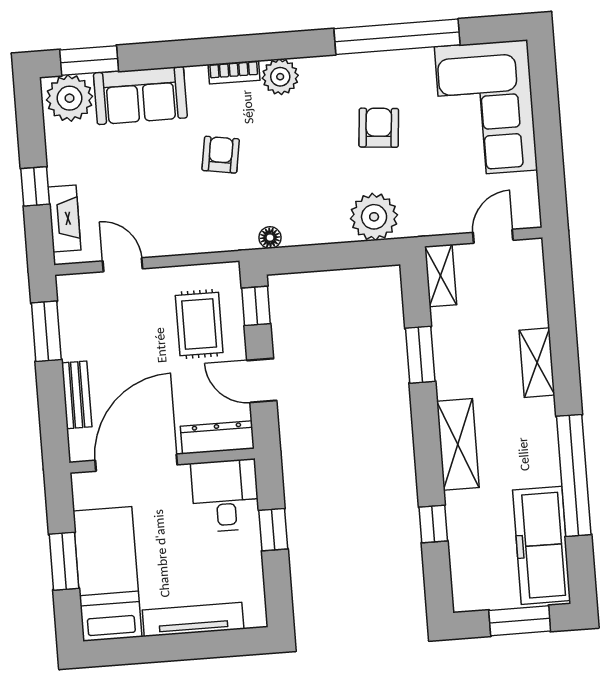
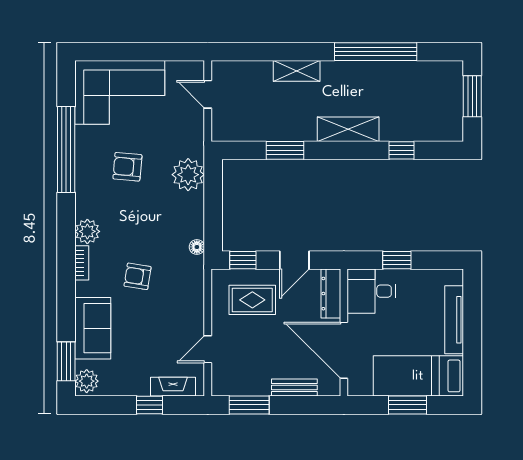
plant: (69, 98) -> (87, 381), width x0.73, depth x0.73
shelving: (441, 276) -> (232, 132), removed
freezer: (542, 545) -> (422, 77), removed

